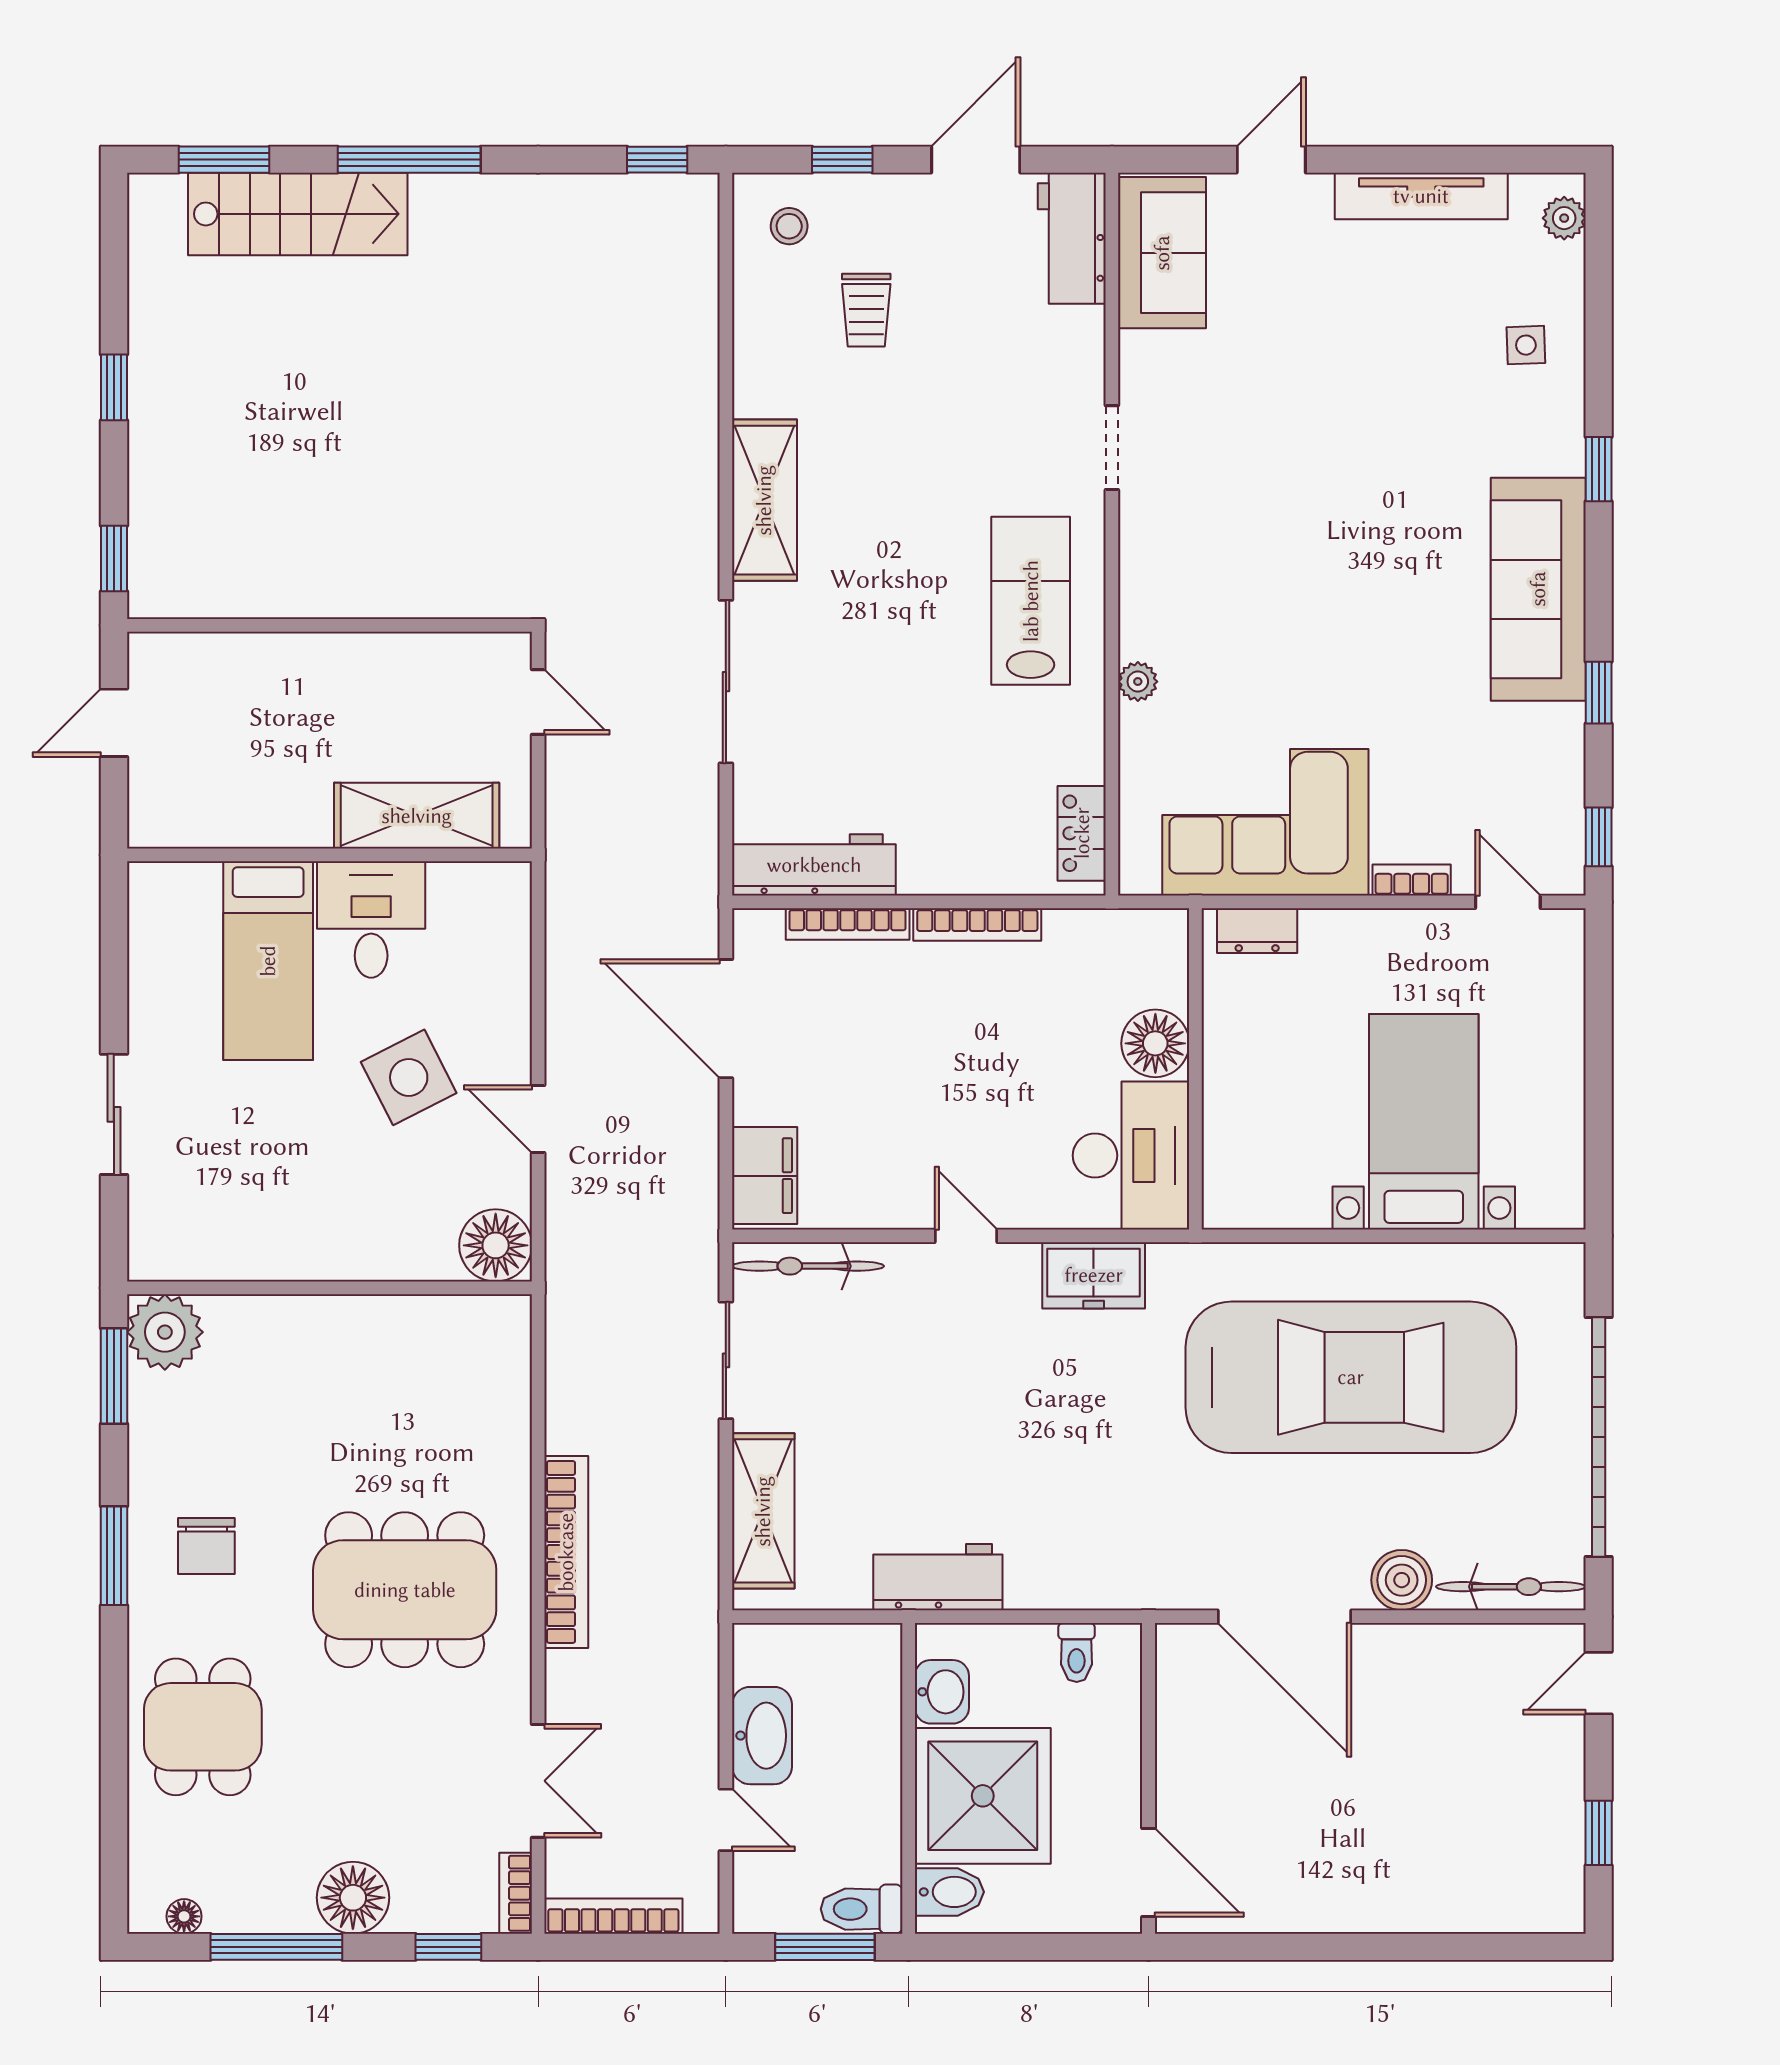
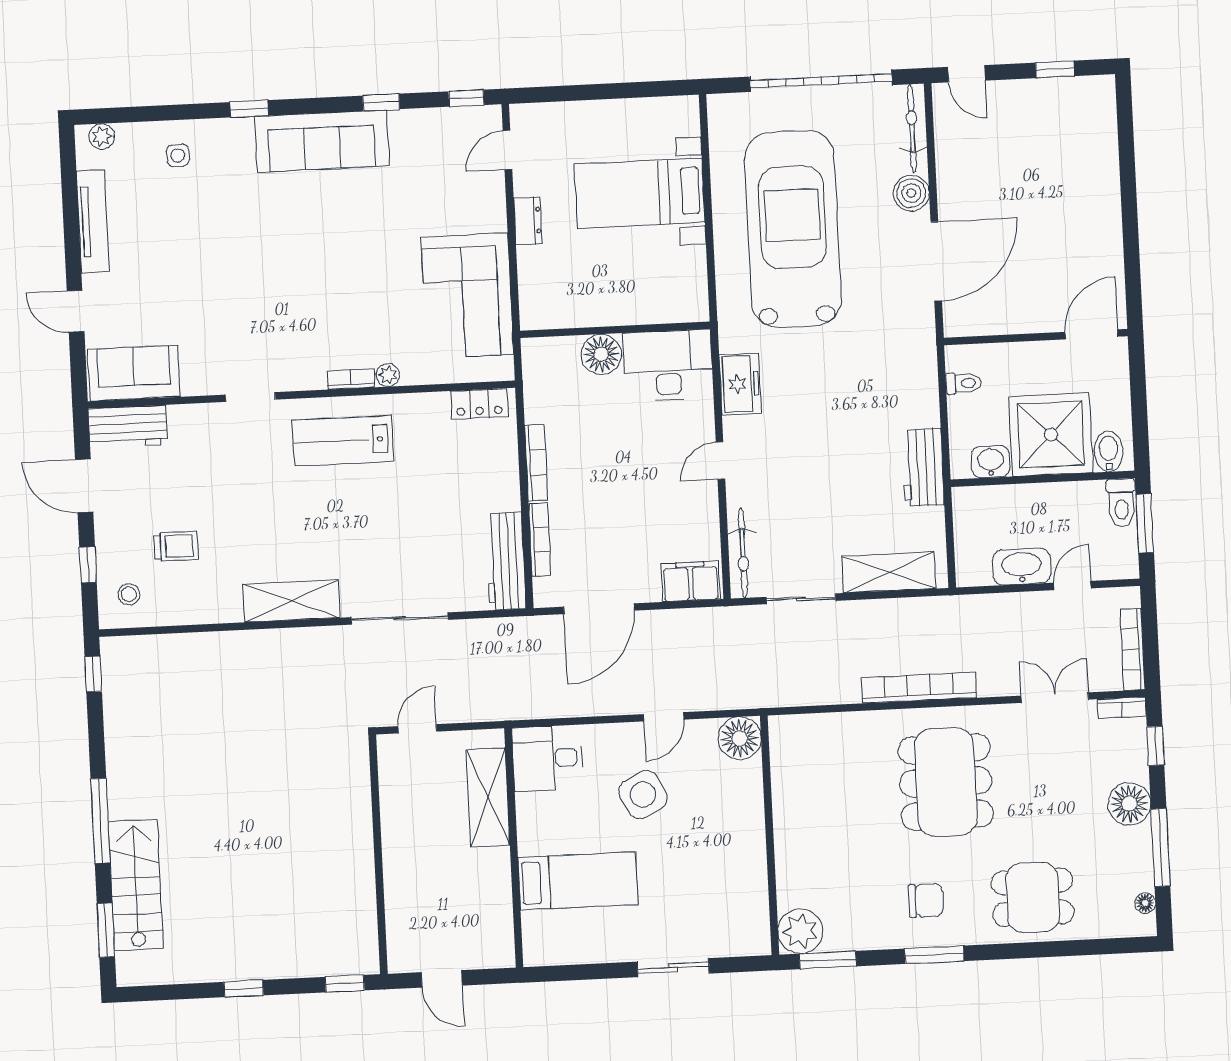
bookcase: (1412, 880) -> (351, 379), moved, turned 90
desk: (371, 919) -> (548, 758), moved
dresser: (1257, 931) -> (528, 221), moved

